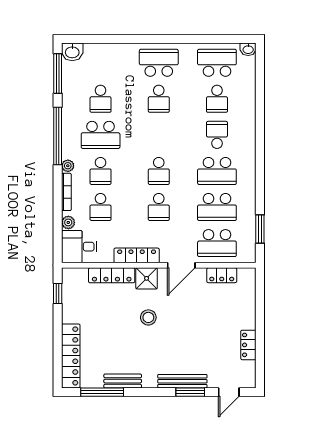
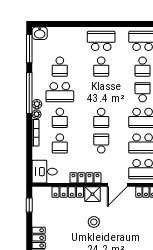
school desk: (159, 207) -> (101, 143), turned 180
plant: (68, 222) -> (37, 104), moved

